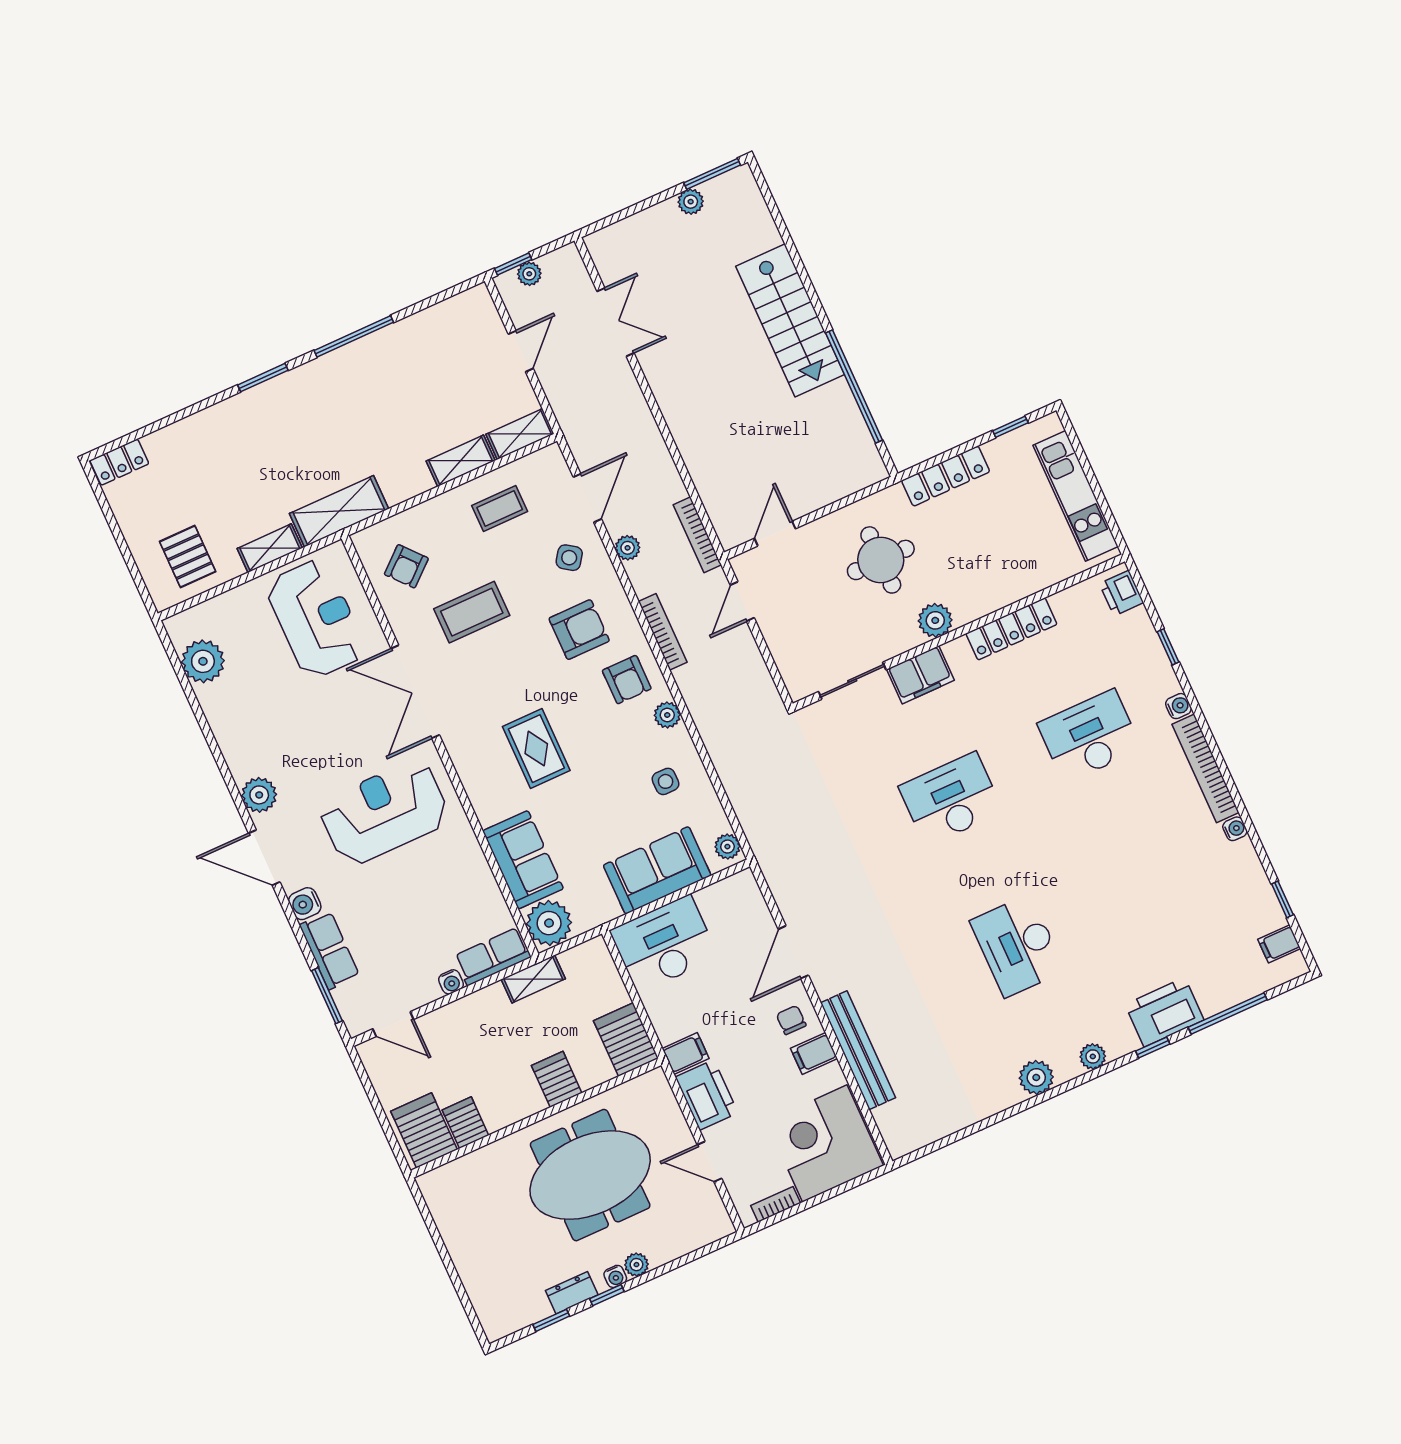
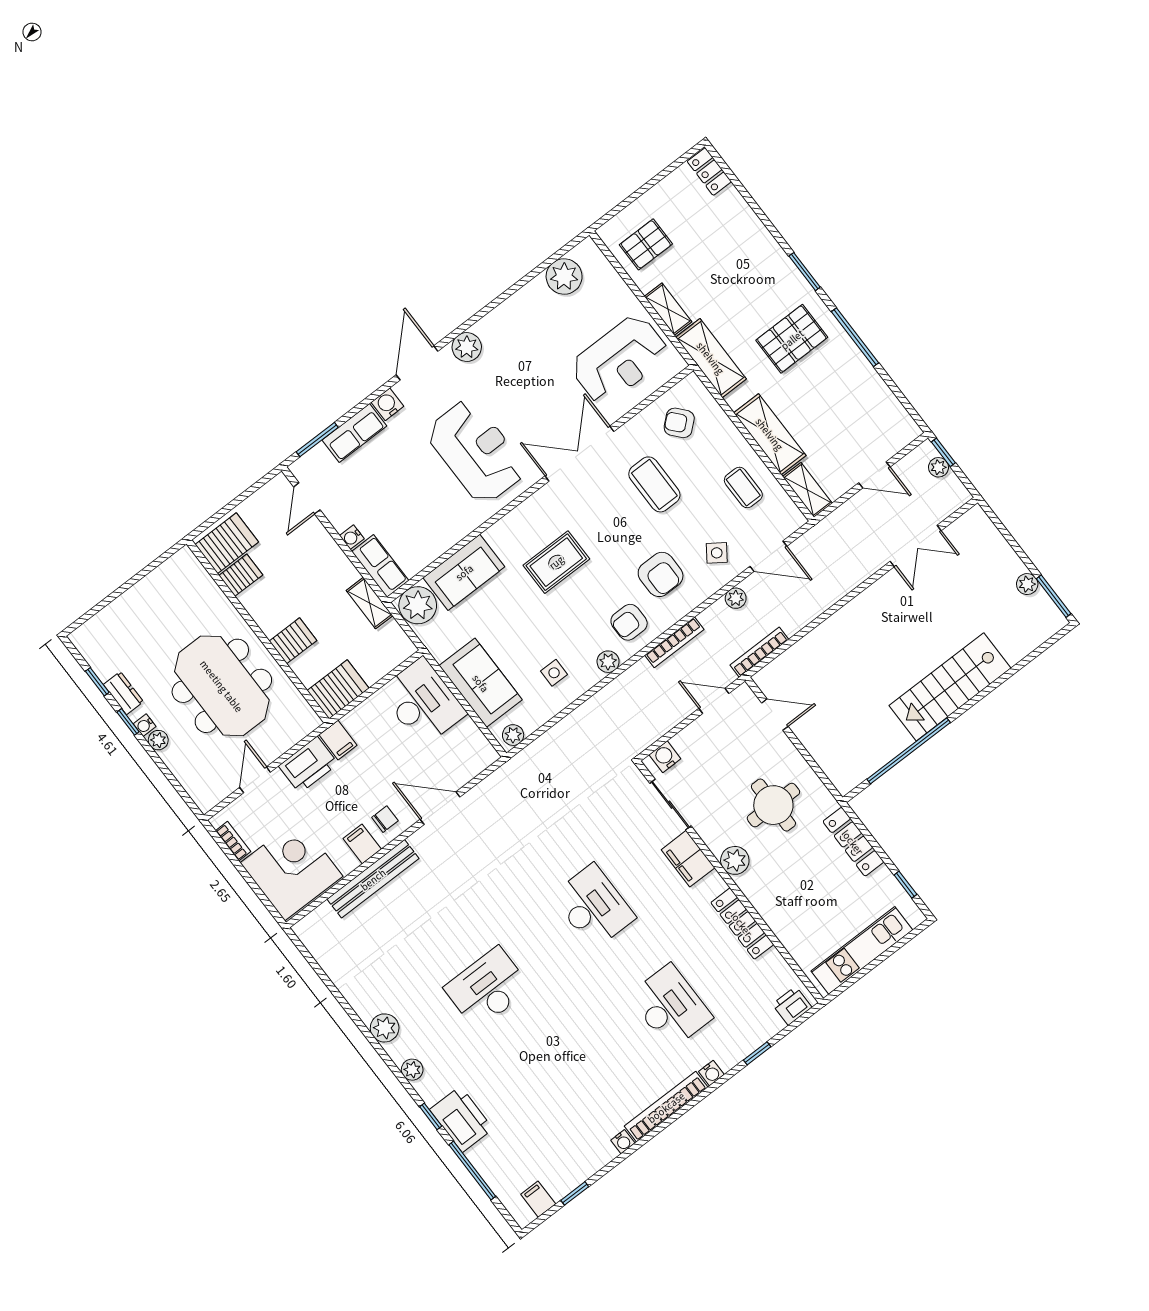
pallet: (338, 411) -> (792, 339), added
shelving: (461, 461) -> (770, 434), width x1.50, depth x1.33
water cooler: (794, 674) -> (665, 757), added

